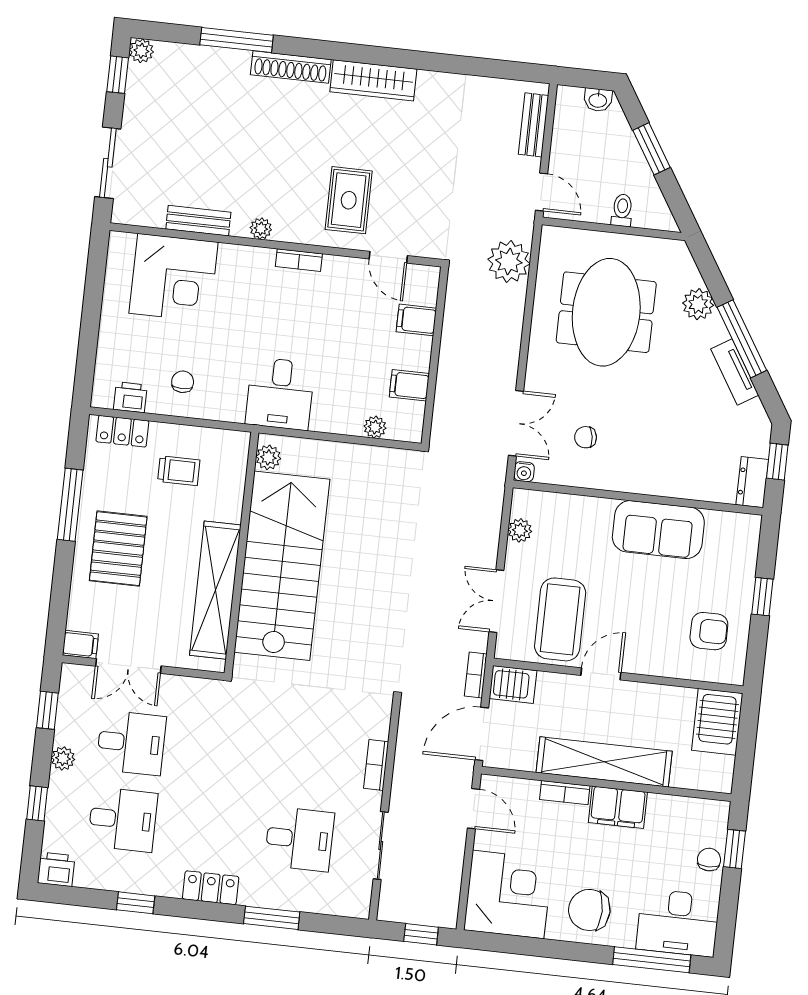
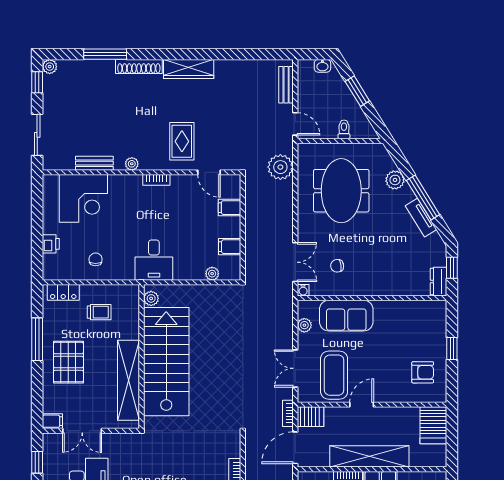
printer: (130, 397) -> (51, 244), moved, turned 90
sofa: (658, 530) -> (346, 316), moved

